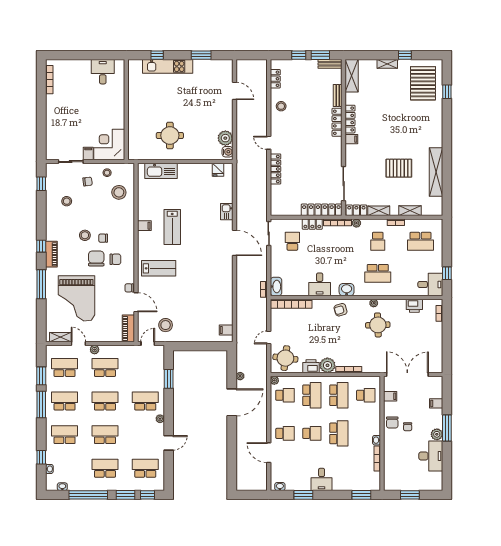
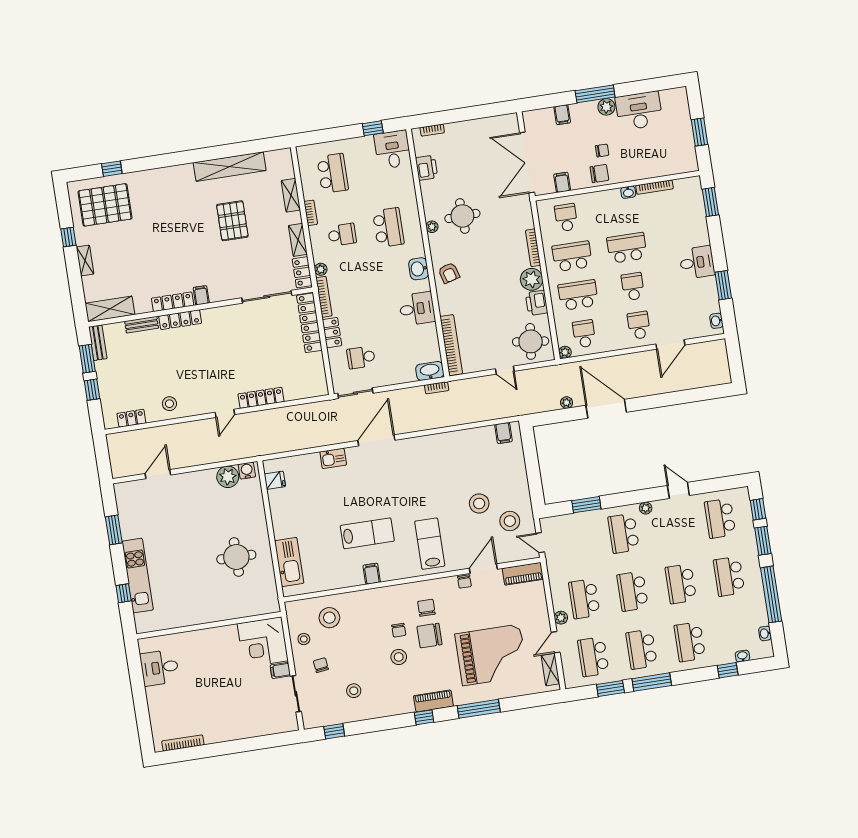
stool: (181, 306) -> (479, 503), added

